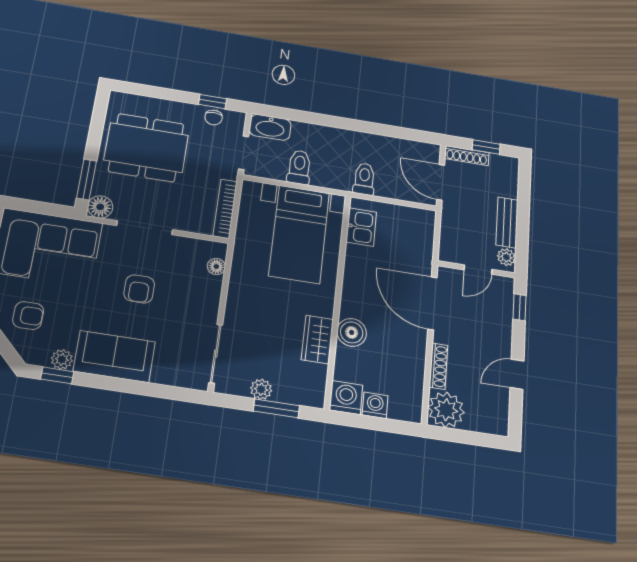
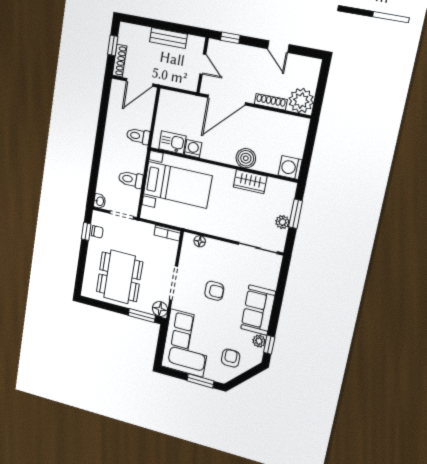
washbasin: (270, 127) -> (100, 201), width x0.52, depth x0.69
bookcase: (225, 209) -> (167, 233), width x0.64
plant: (506, 257) -> (194, 42), removed
washing machine: (375, 405) -> (193, 149), moved, turned 90

